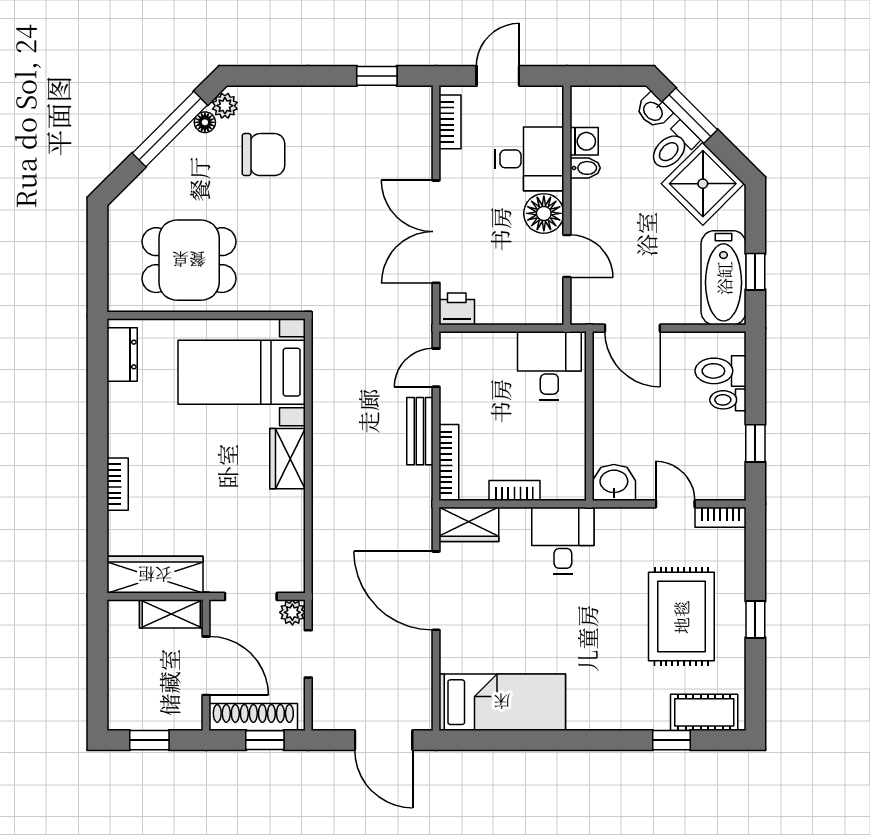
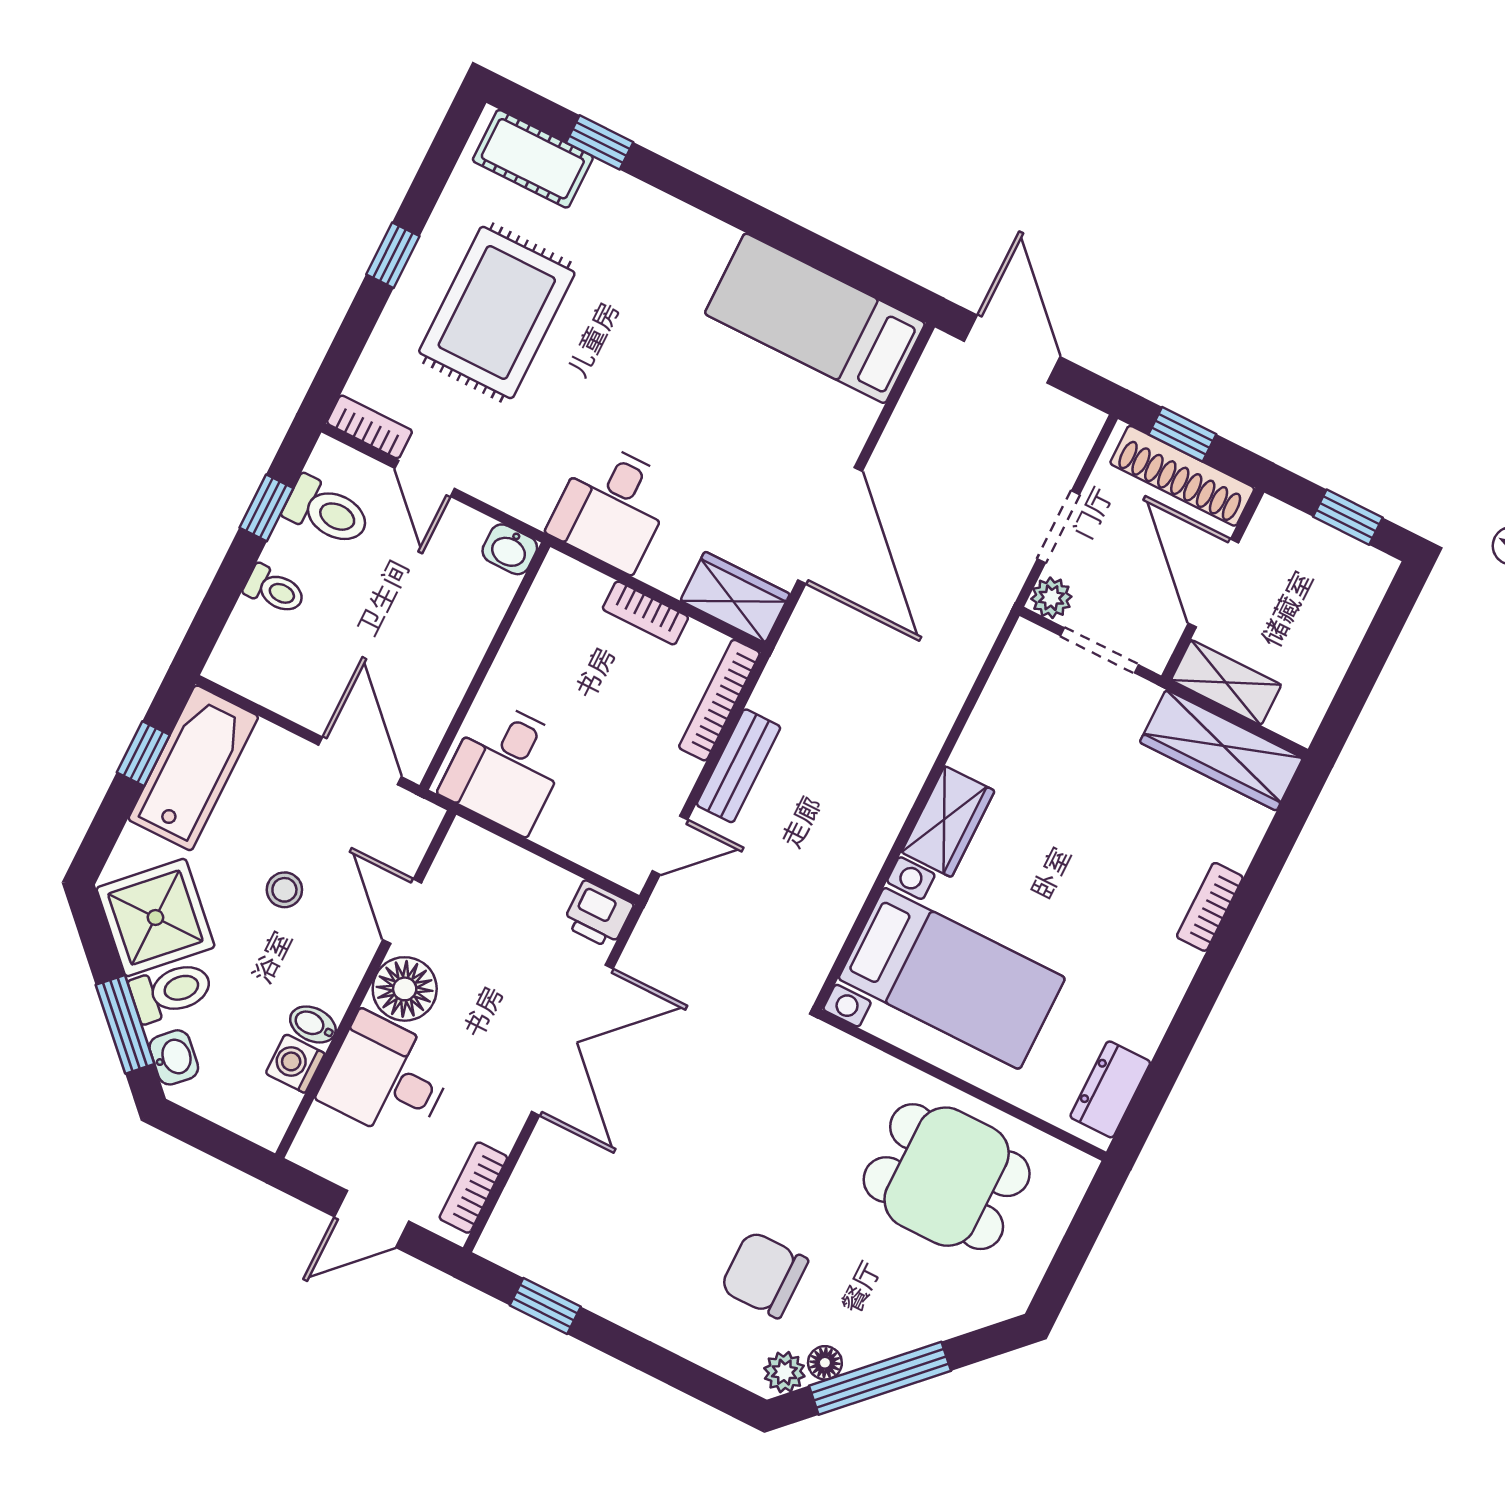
stool: (639, 235) -> (284, 890), added
toilet: (720, 371) -> (327, 511), moved
washbasin: (614, 482) -> (510, 549), width x0.72, depth x0.69

